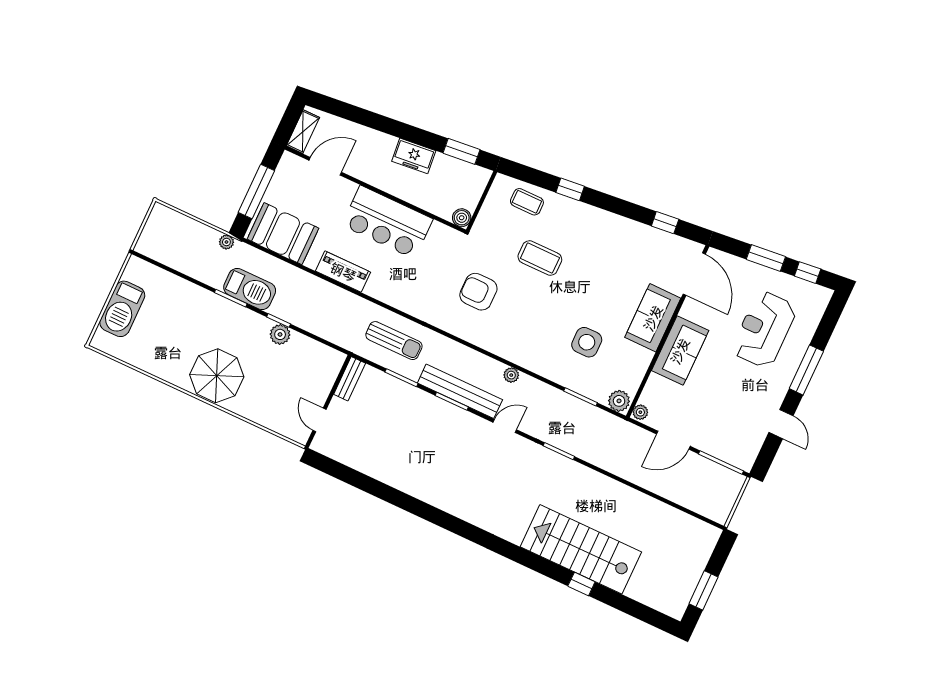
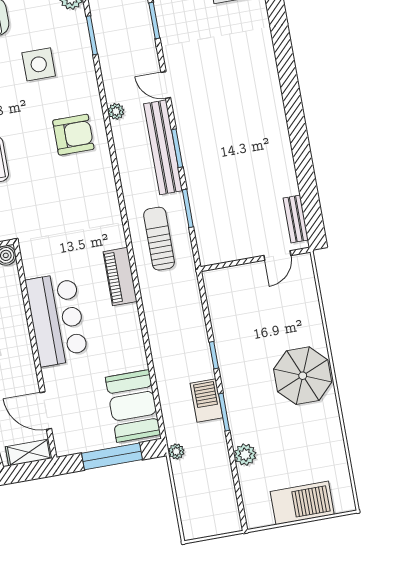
piano: (343, 272) -> (120, 277), moved
barbecue: (250, 289) -> (207, 400), width x0.73, depth x0.83
armchair: (478, 292) -> (73, 135), moved, turned -90
plant: (280, 334) -> (245, 455), moved
bench: (350, 379) -> (296, 219), moved, turned 90

